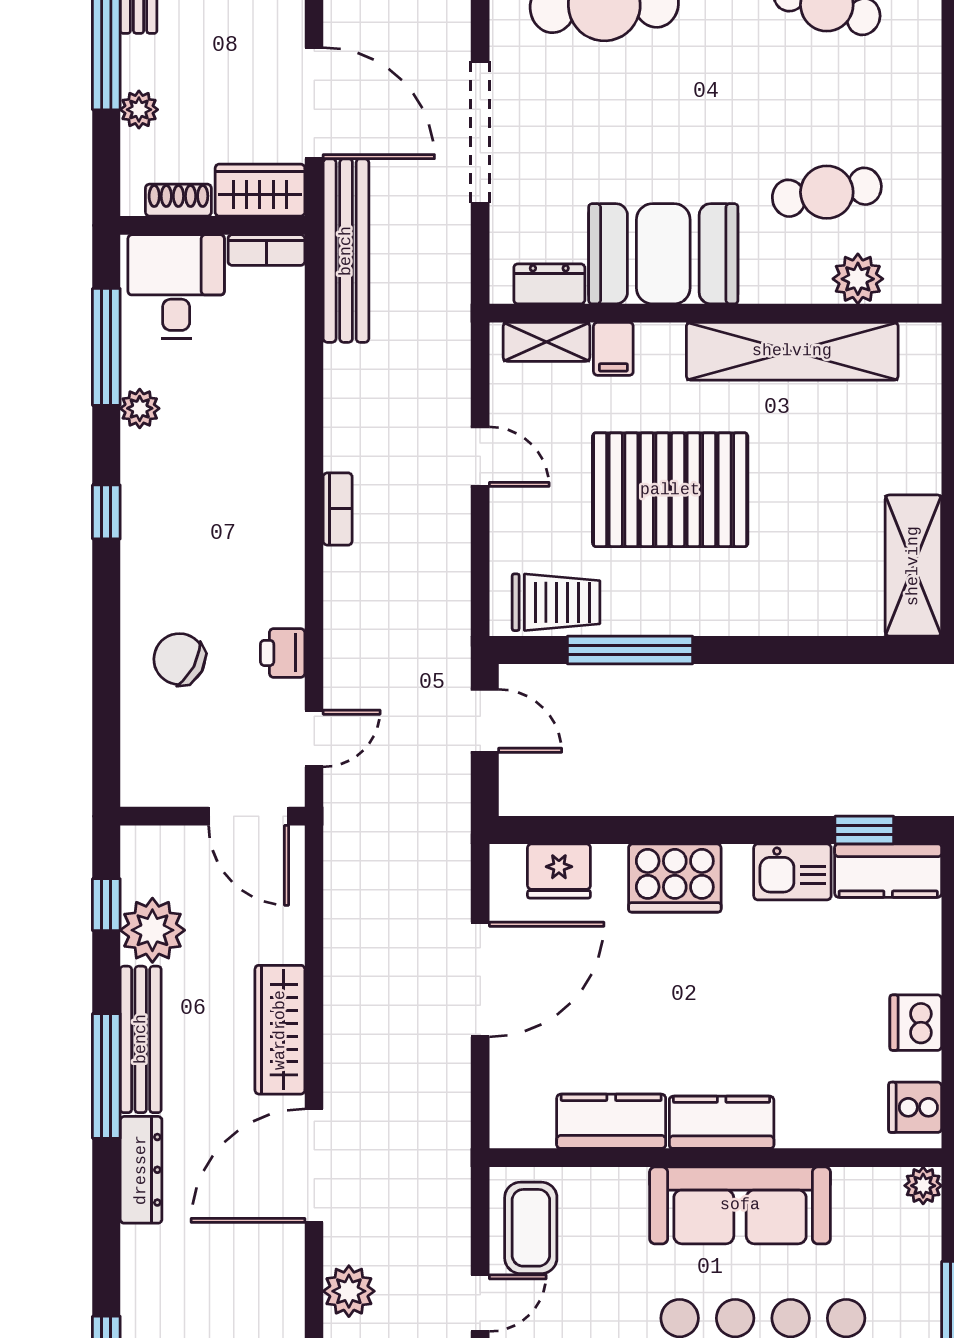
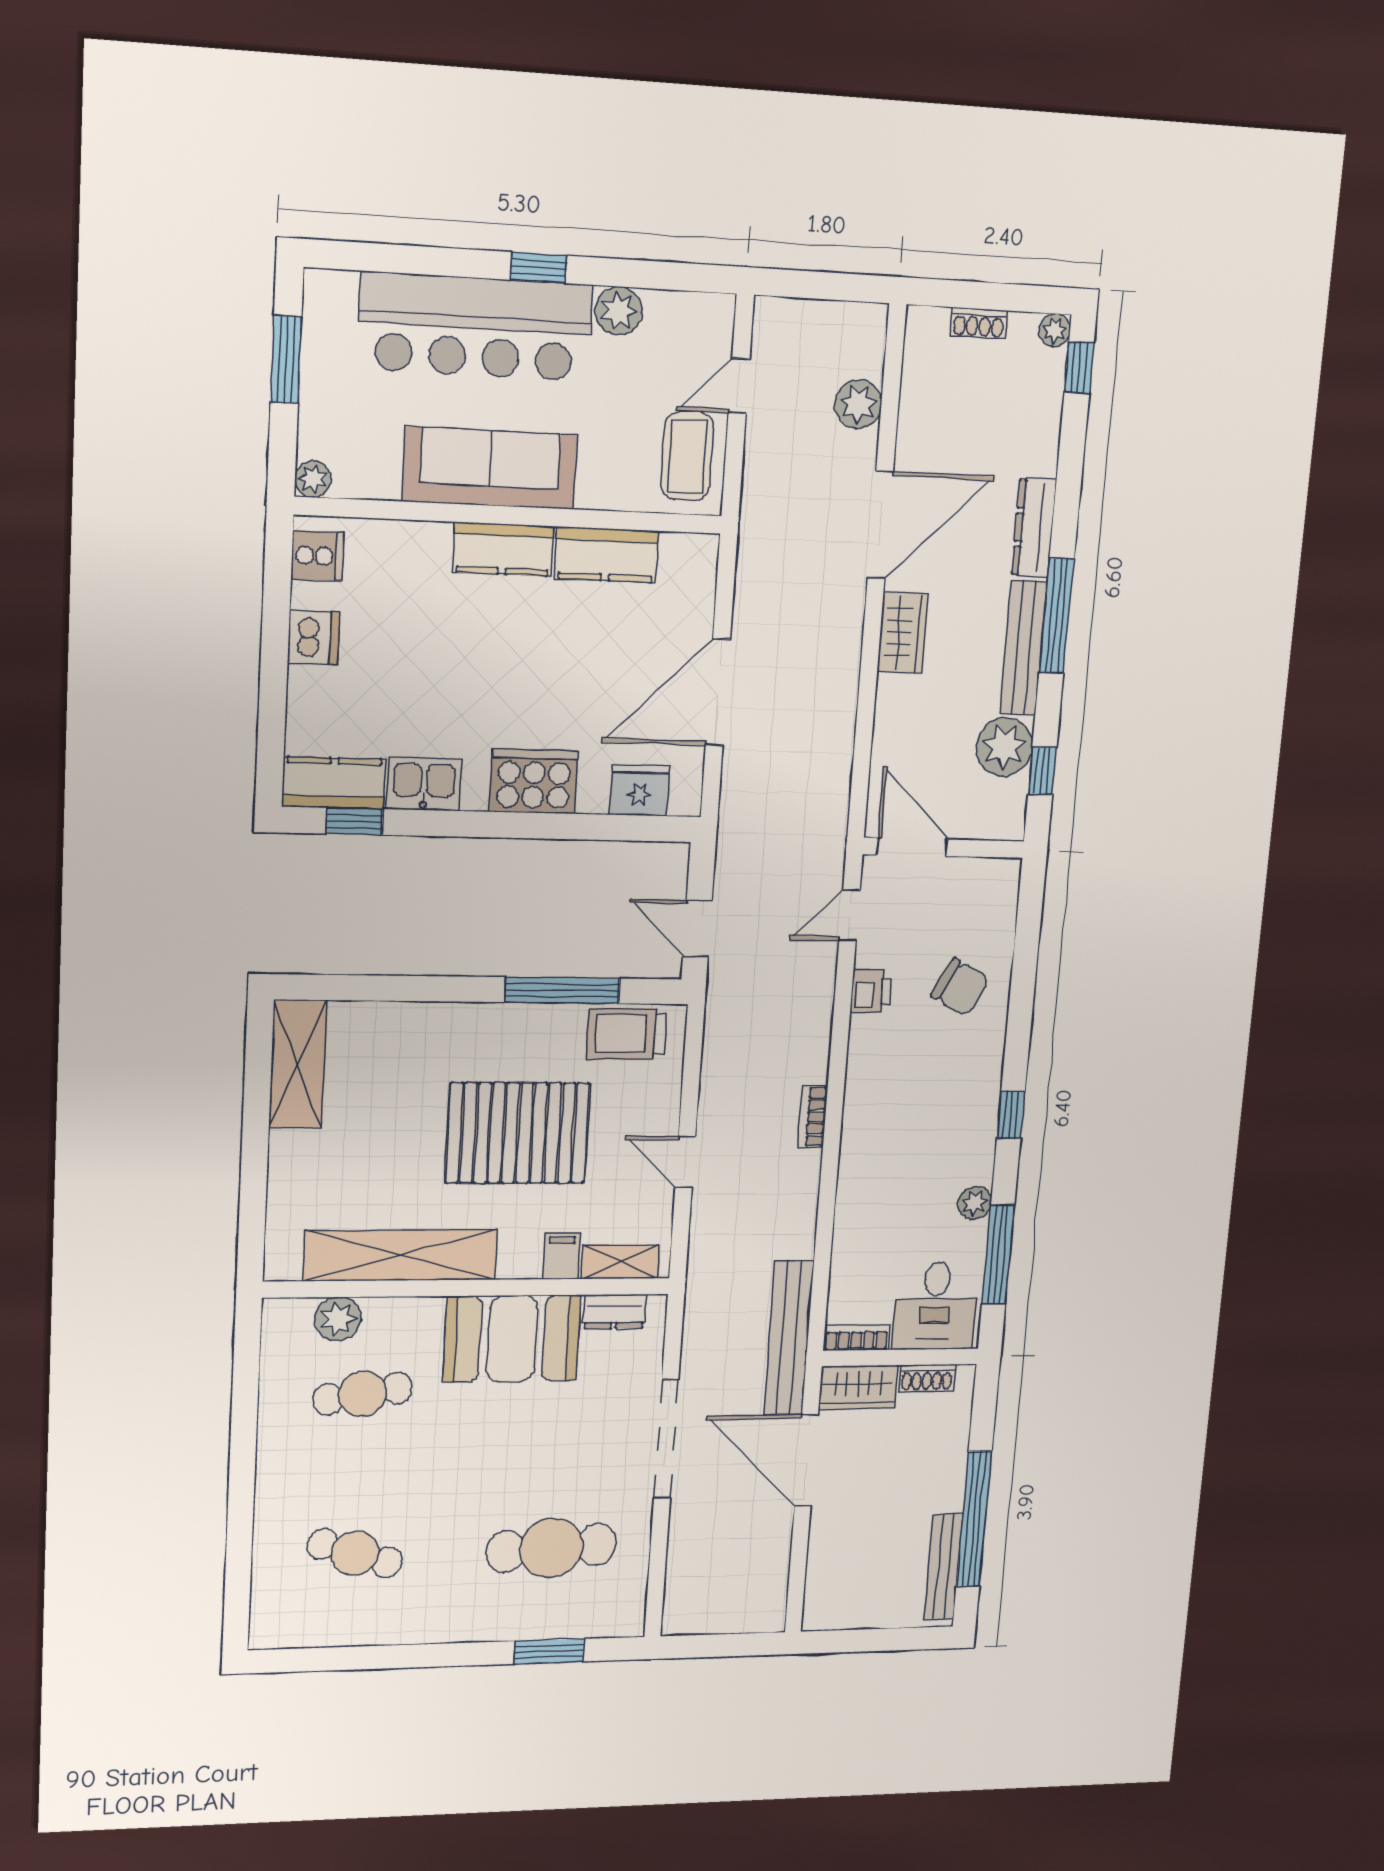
plant: (139, 110) -> (953, 1452), removed
wardrobe: (280, 1030) -> (902, 633), width x0.67

